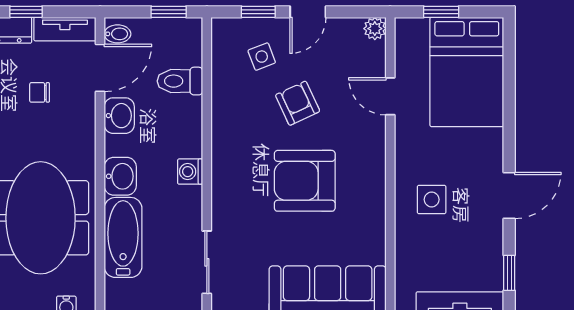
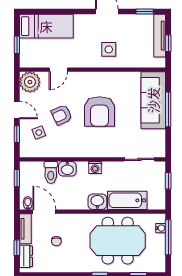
plant: (375, 29) -> (30, 82), width x1.88, depth x1.88
bed: (467, 72) -> (46, 26), width x0.67
washbasin: (119, 116) -> (67, 169), moved, turned 180

